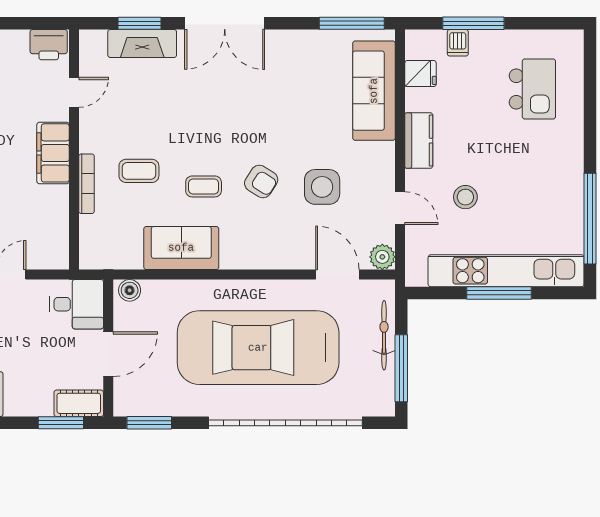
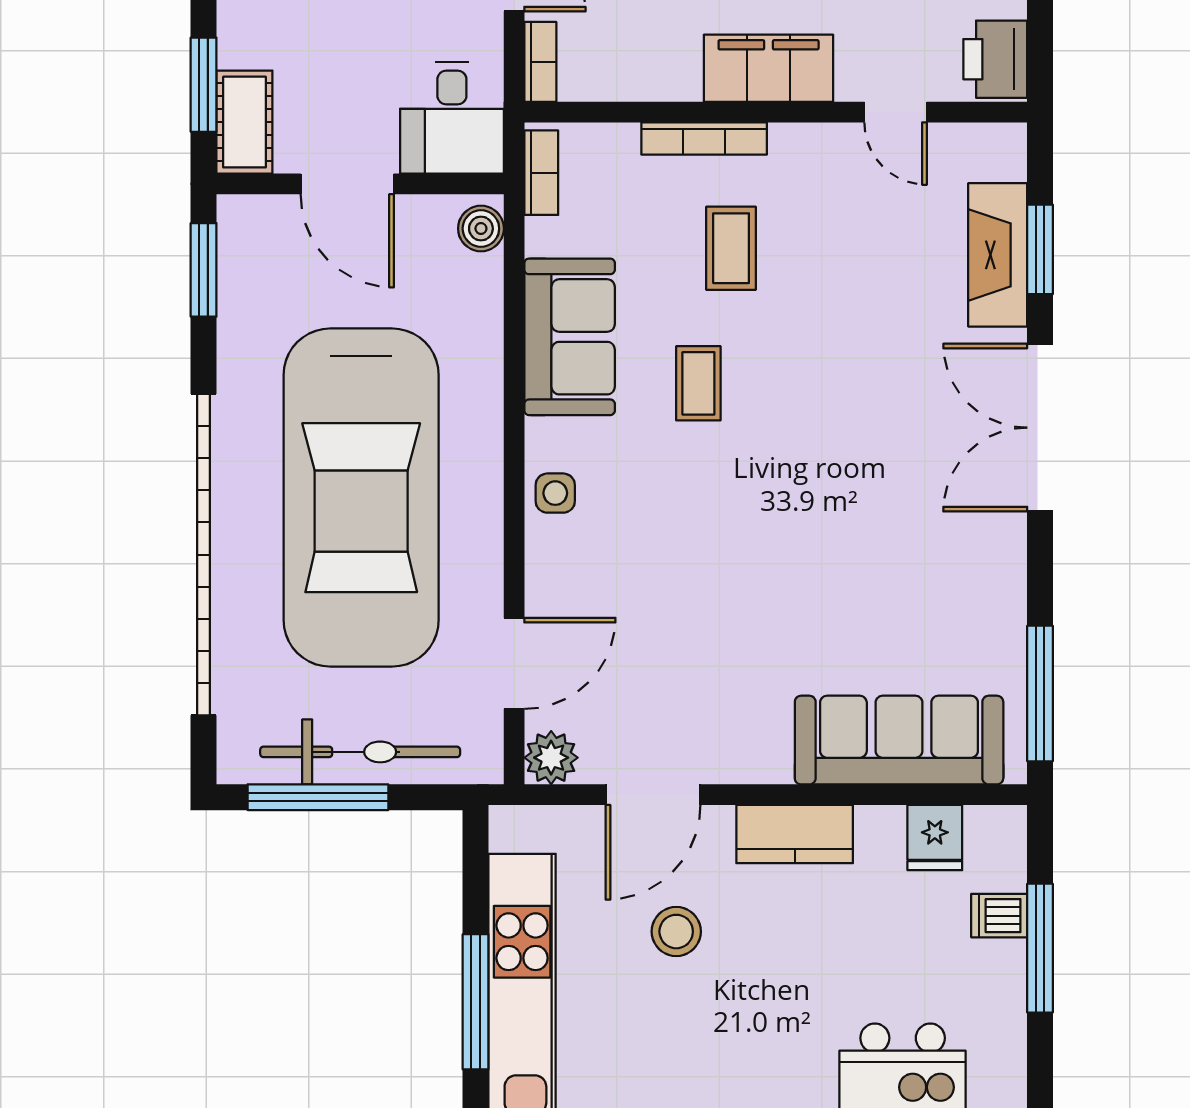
armchair: (261, 181) -> (709, 504), removed
side table: (322, 187) -> (555, 493), moved, width x0.54, depth x0.54
door: (400, 208) -> (653, 795), width x1.38
bookcase: (50, 262) -> (540, 62), added
bookcase: (103, 262) -> (541, 173), added
bicycle: (384, 335) -> (360, 752), width x1.37, depth x1.40
car: (258, 348) -> (361, 498), turned 180

